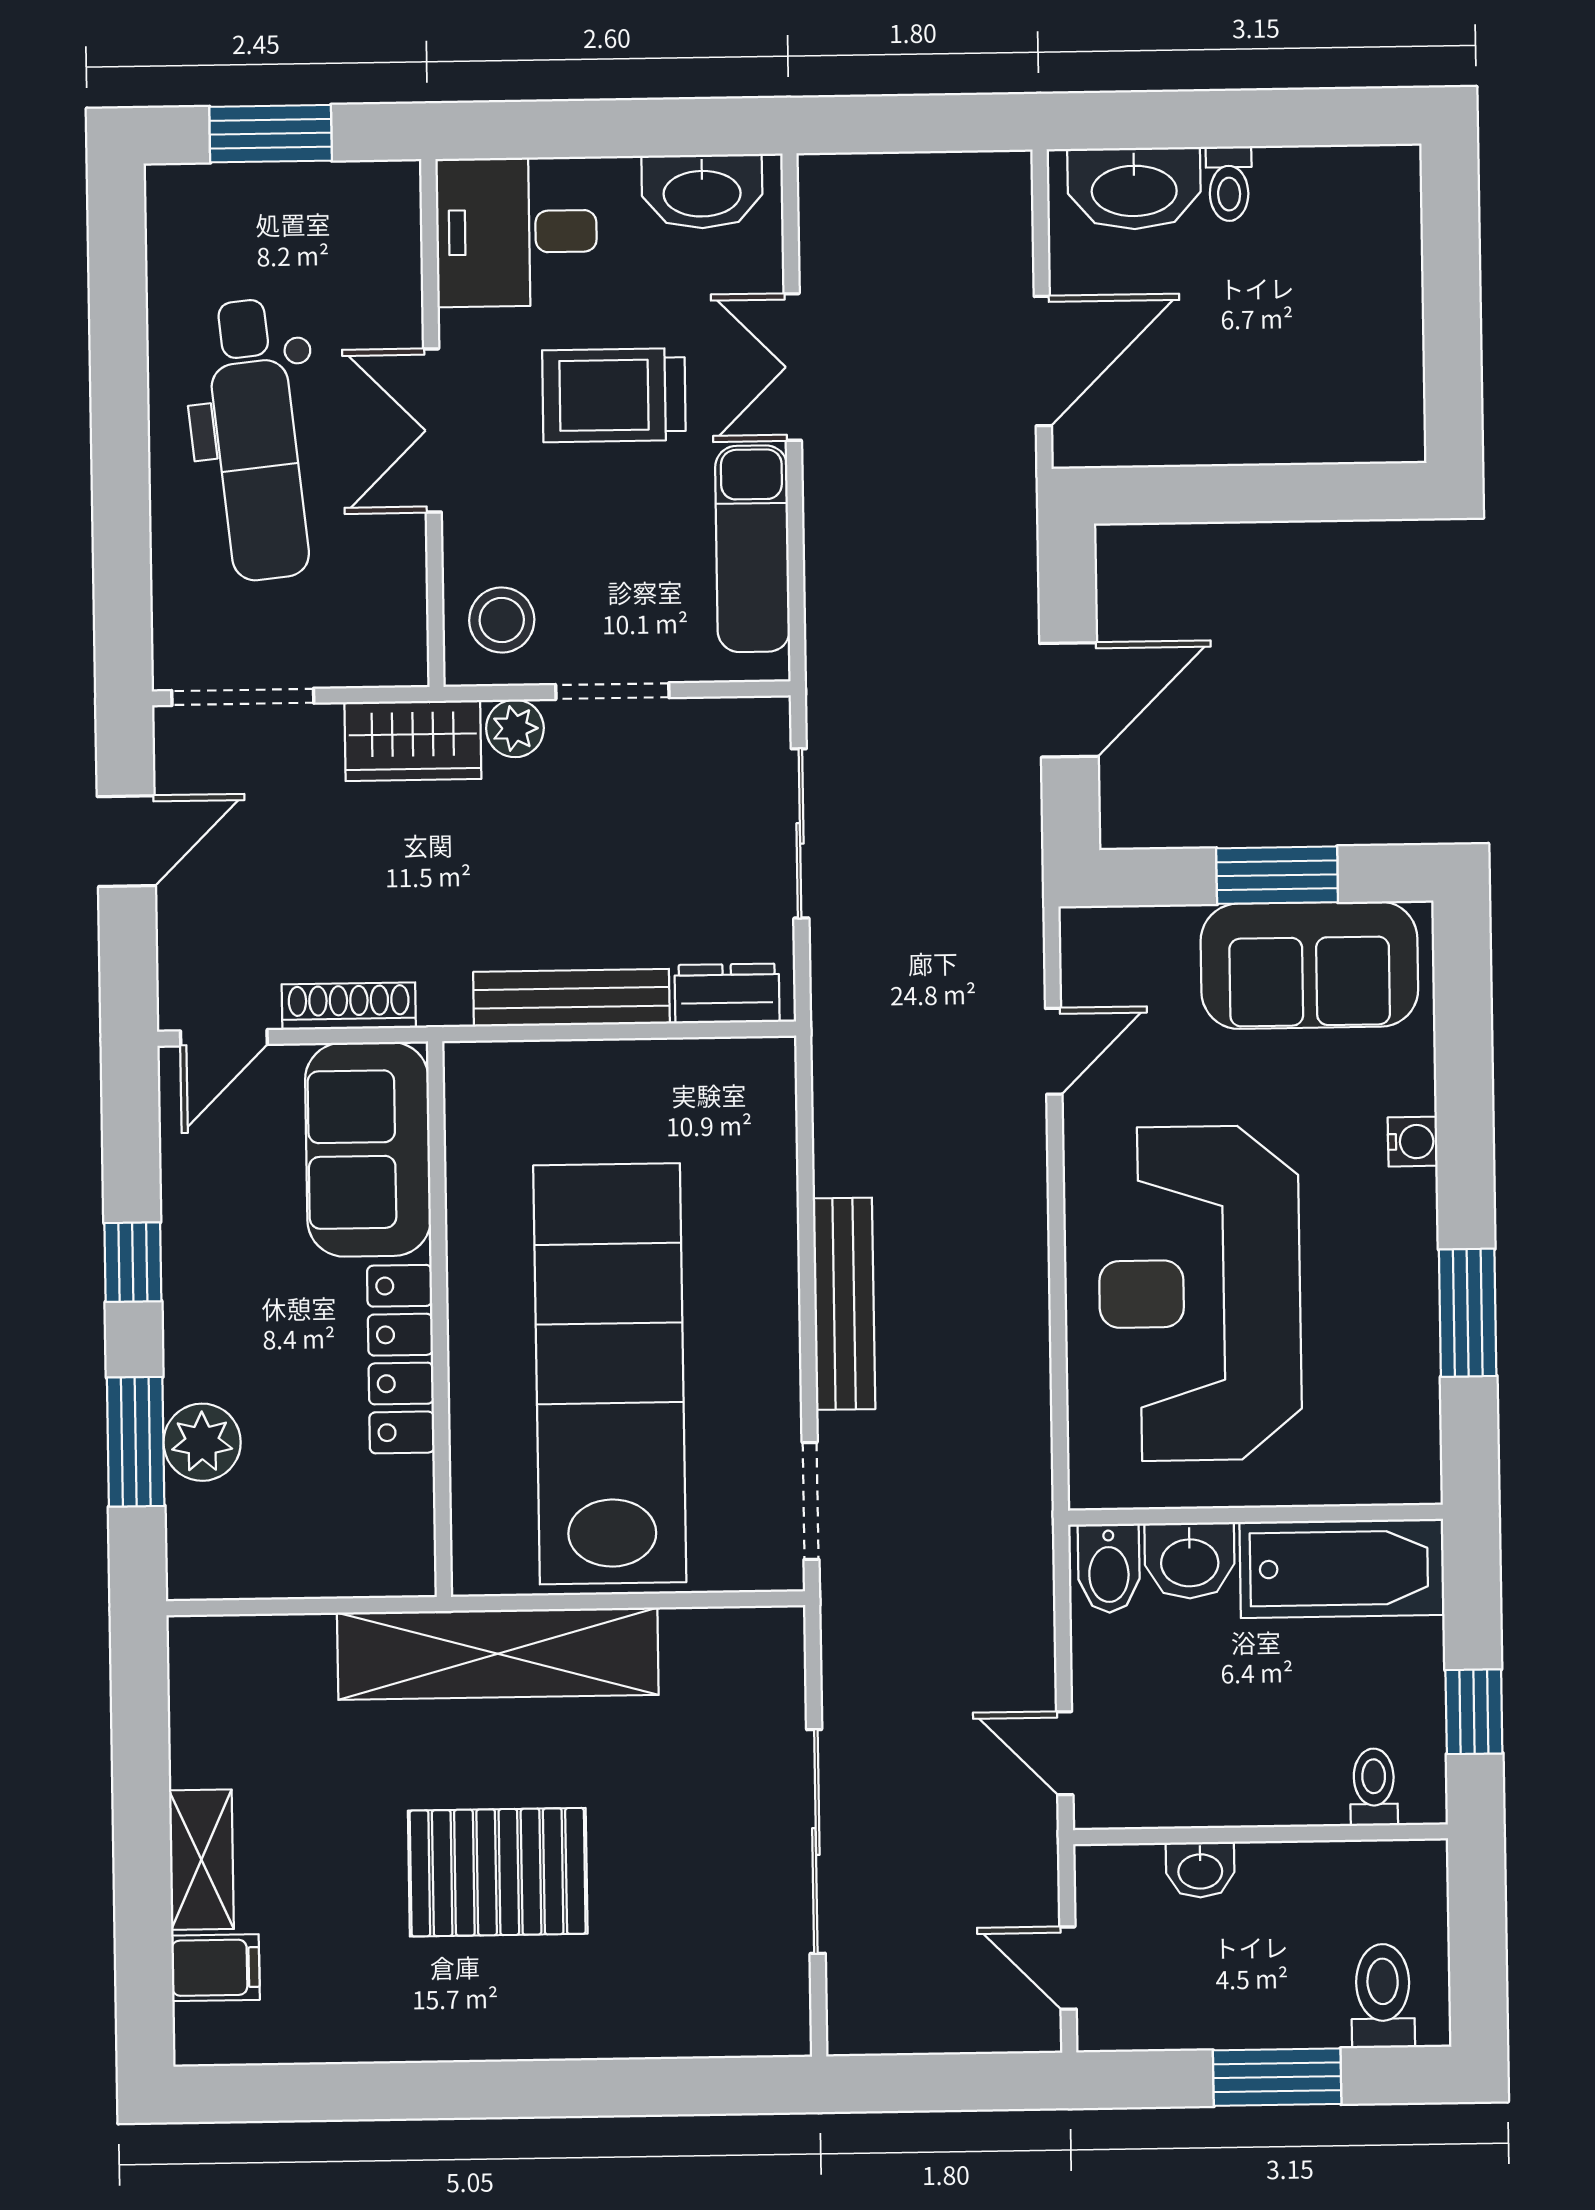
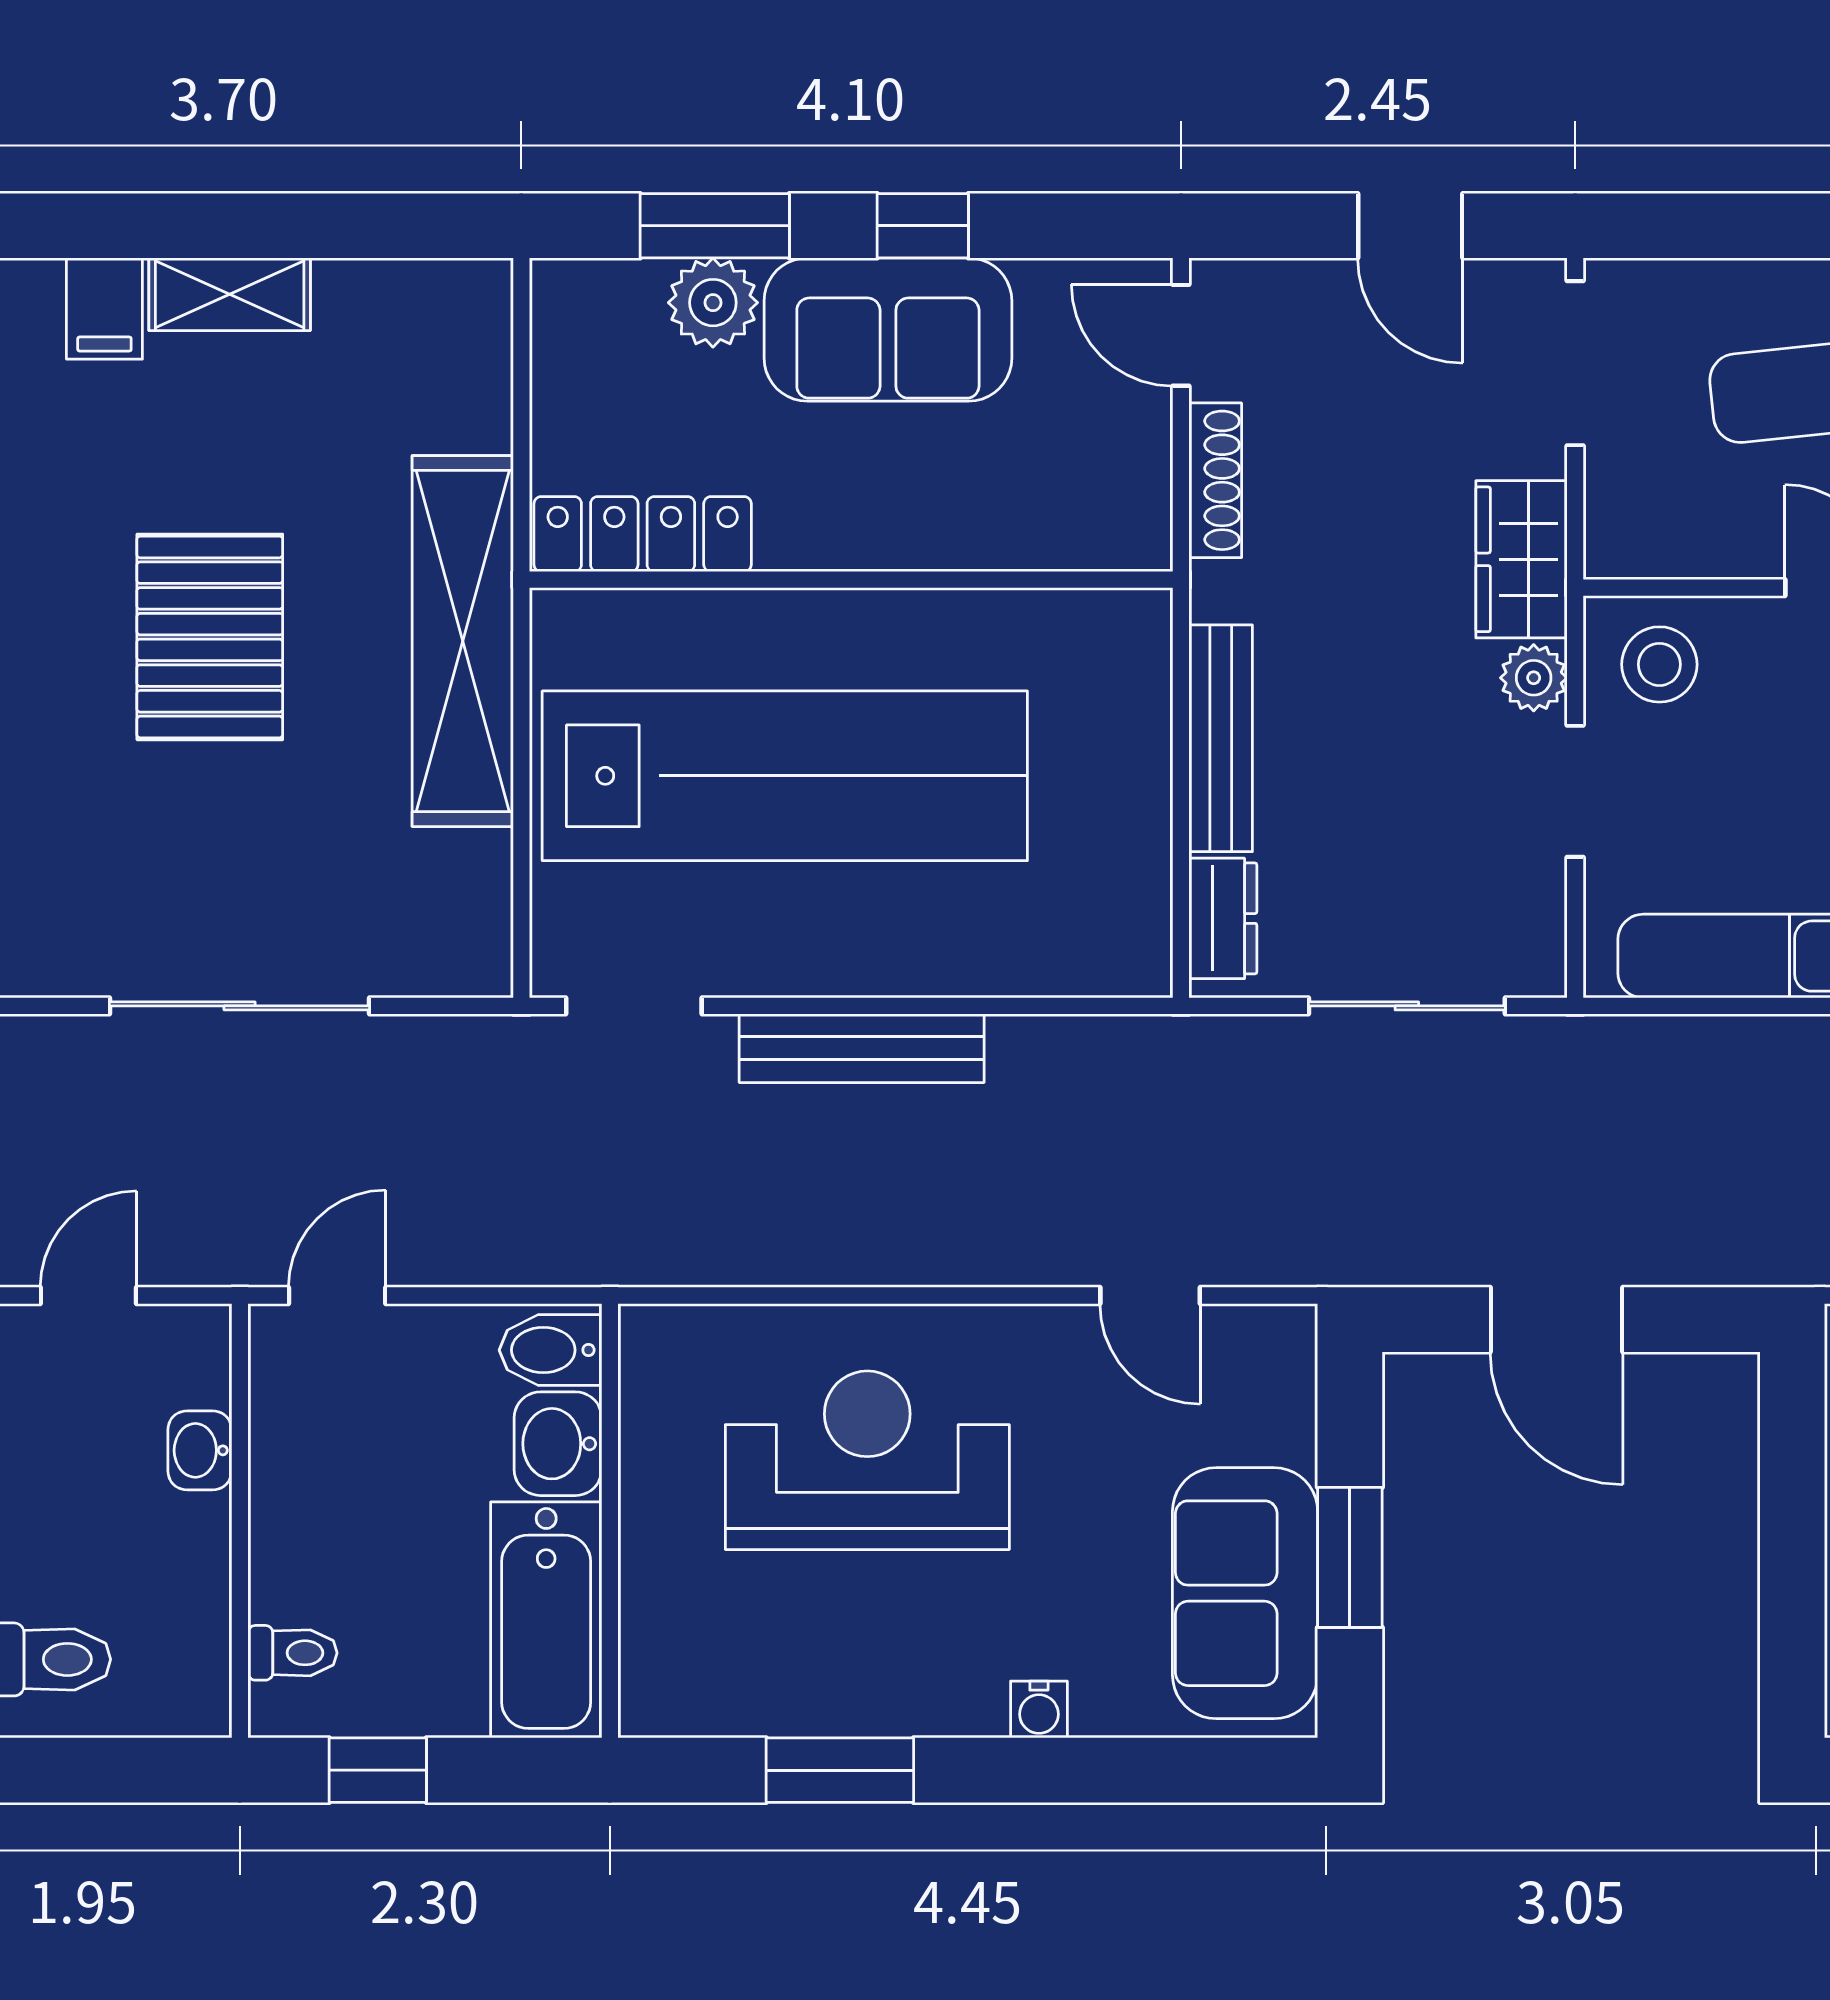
sofa: (368, 1149) -> (888, 330), moved, turned 180
reception desk: (1200, 1293) -> (867, 1460), width x0.74, depth x0.77
locker: (401, 1359) -> (643, 534), moved

